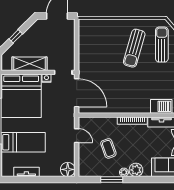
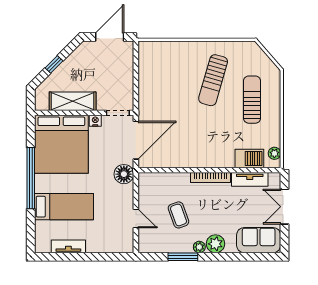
sun lounger: (162, 45) -> (252, 100), moved
door: (77, 93) -> (136, 140), hinge flipped
door: (77, 136) -> (136, 219), moved
floor lamp: (68, 169) -> (124, 174), moved

